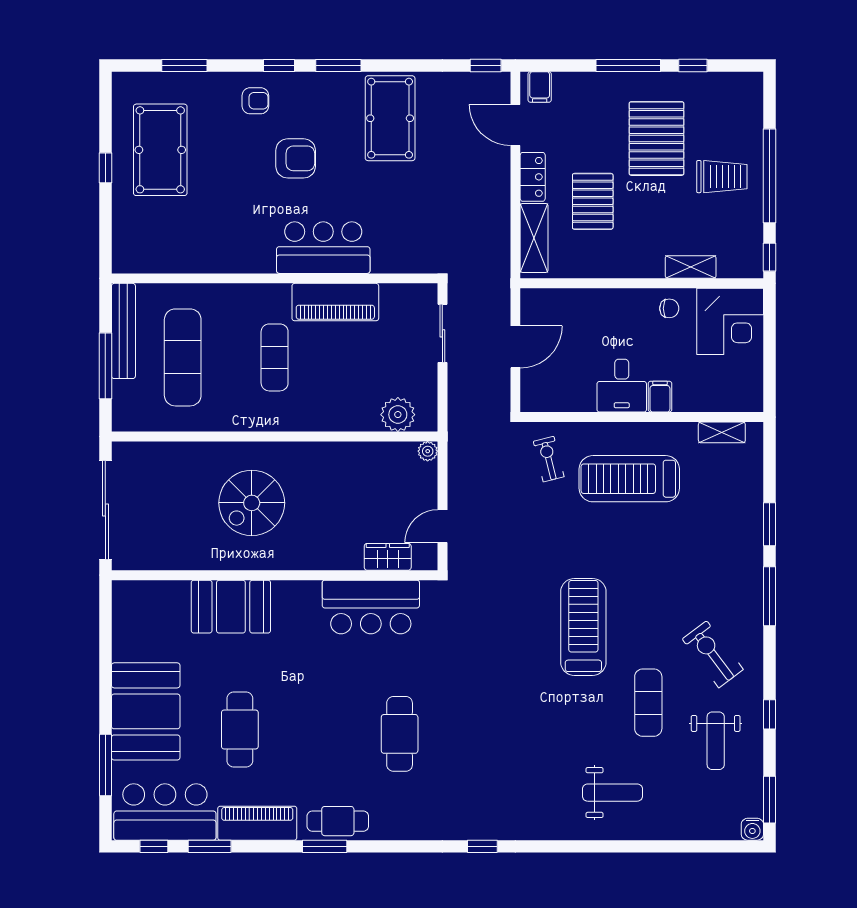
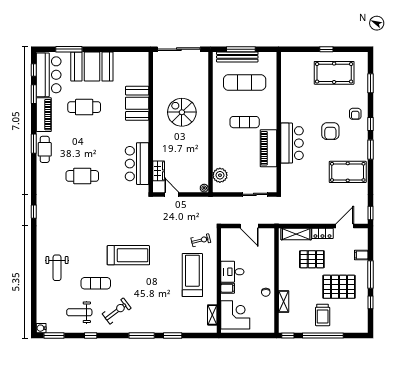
filing cabinet: (540, 87) -> (361, 255), moved
corner desk: (730, 321) -> (235, 315), moved, turned 180
bench: (123, 331) -> (237, 57), moved

